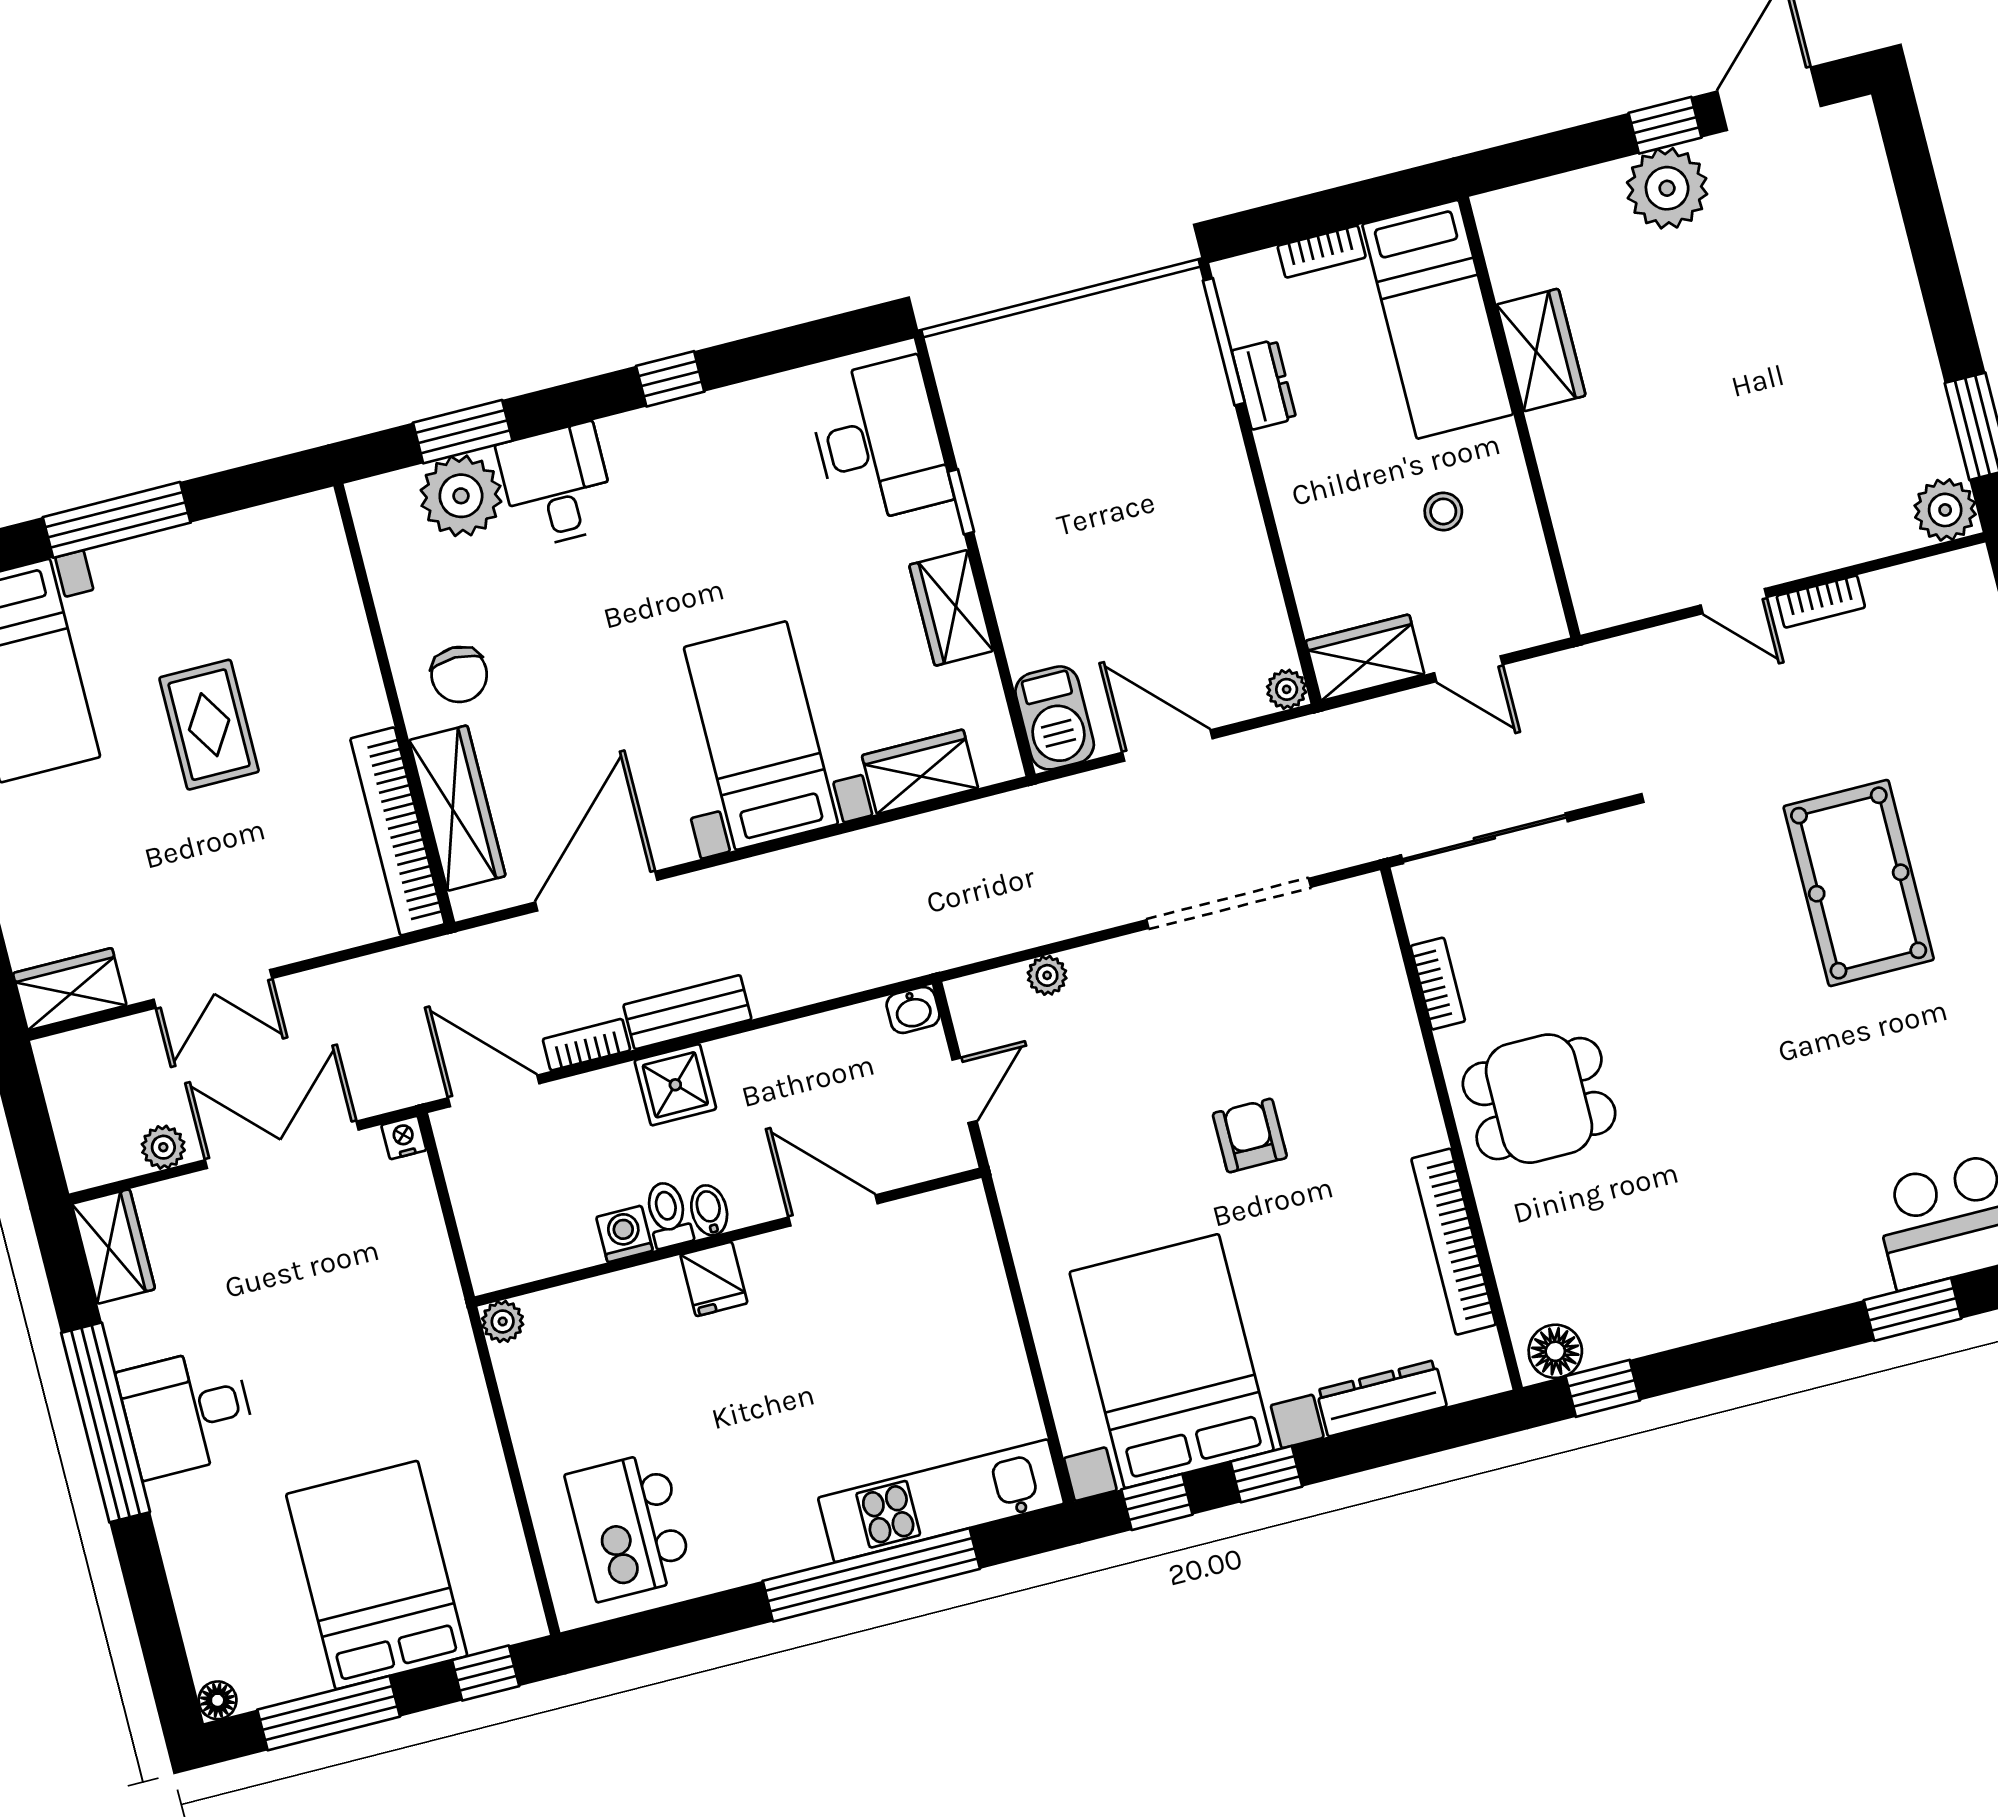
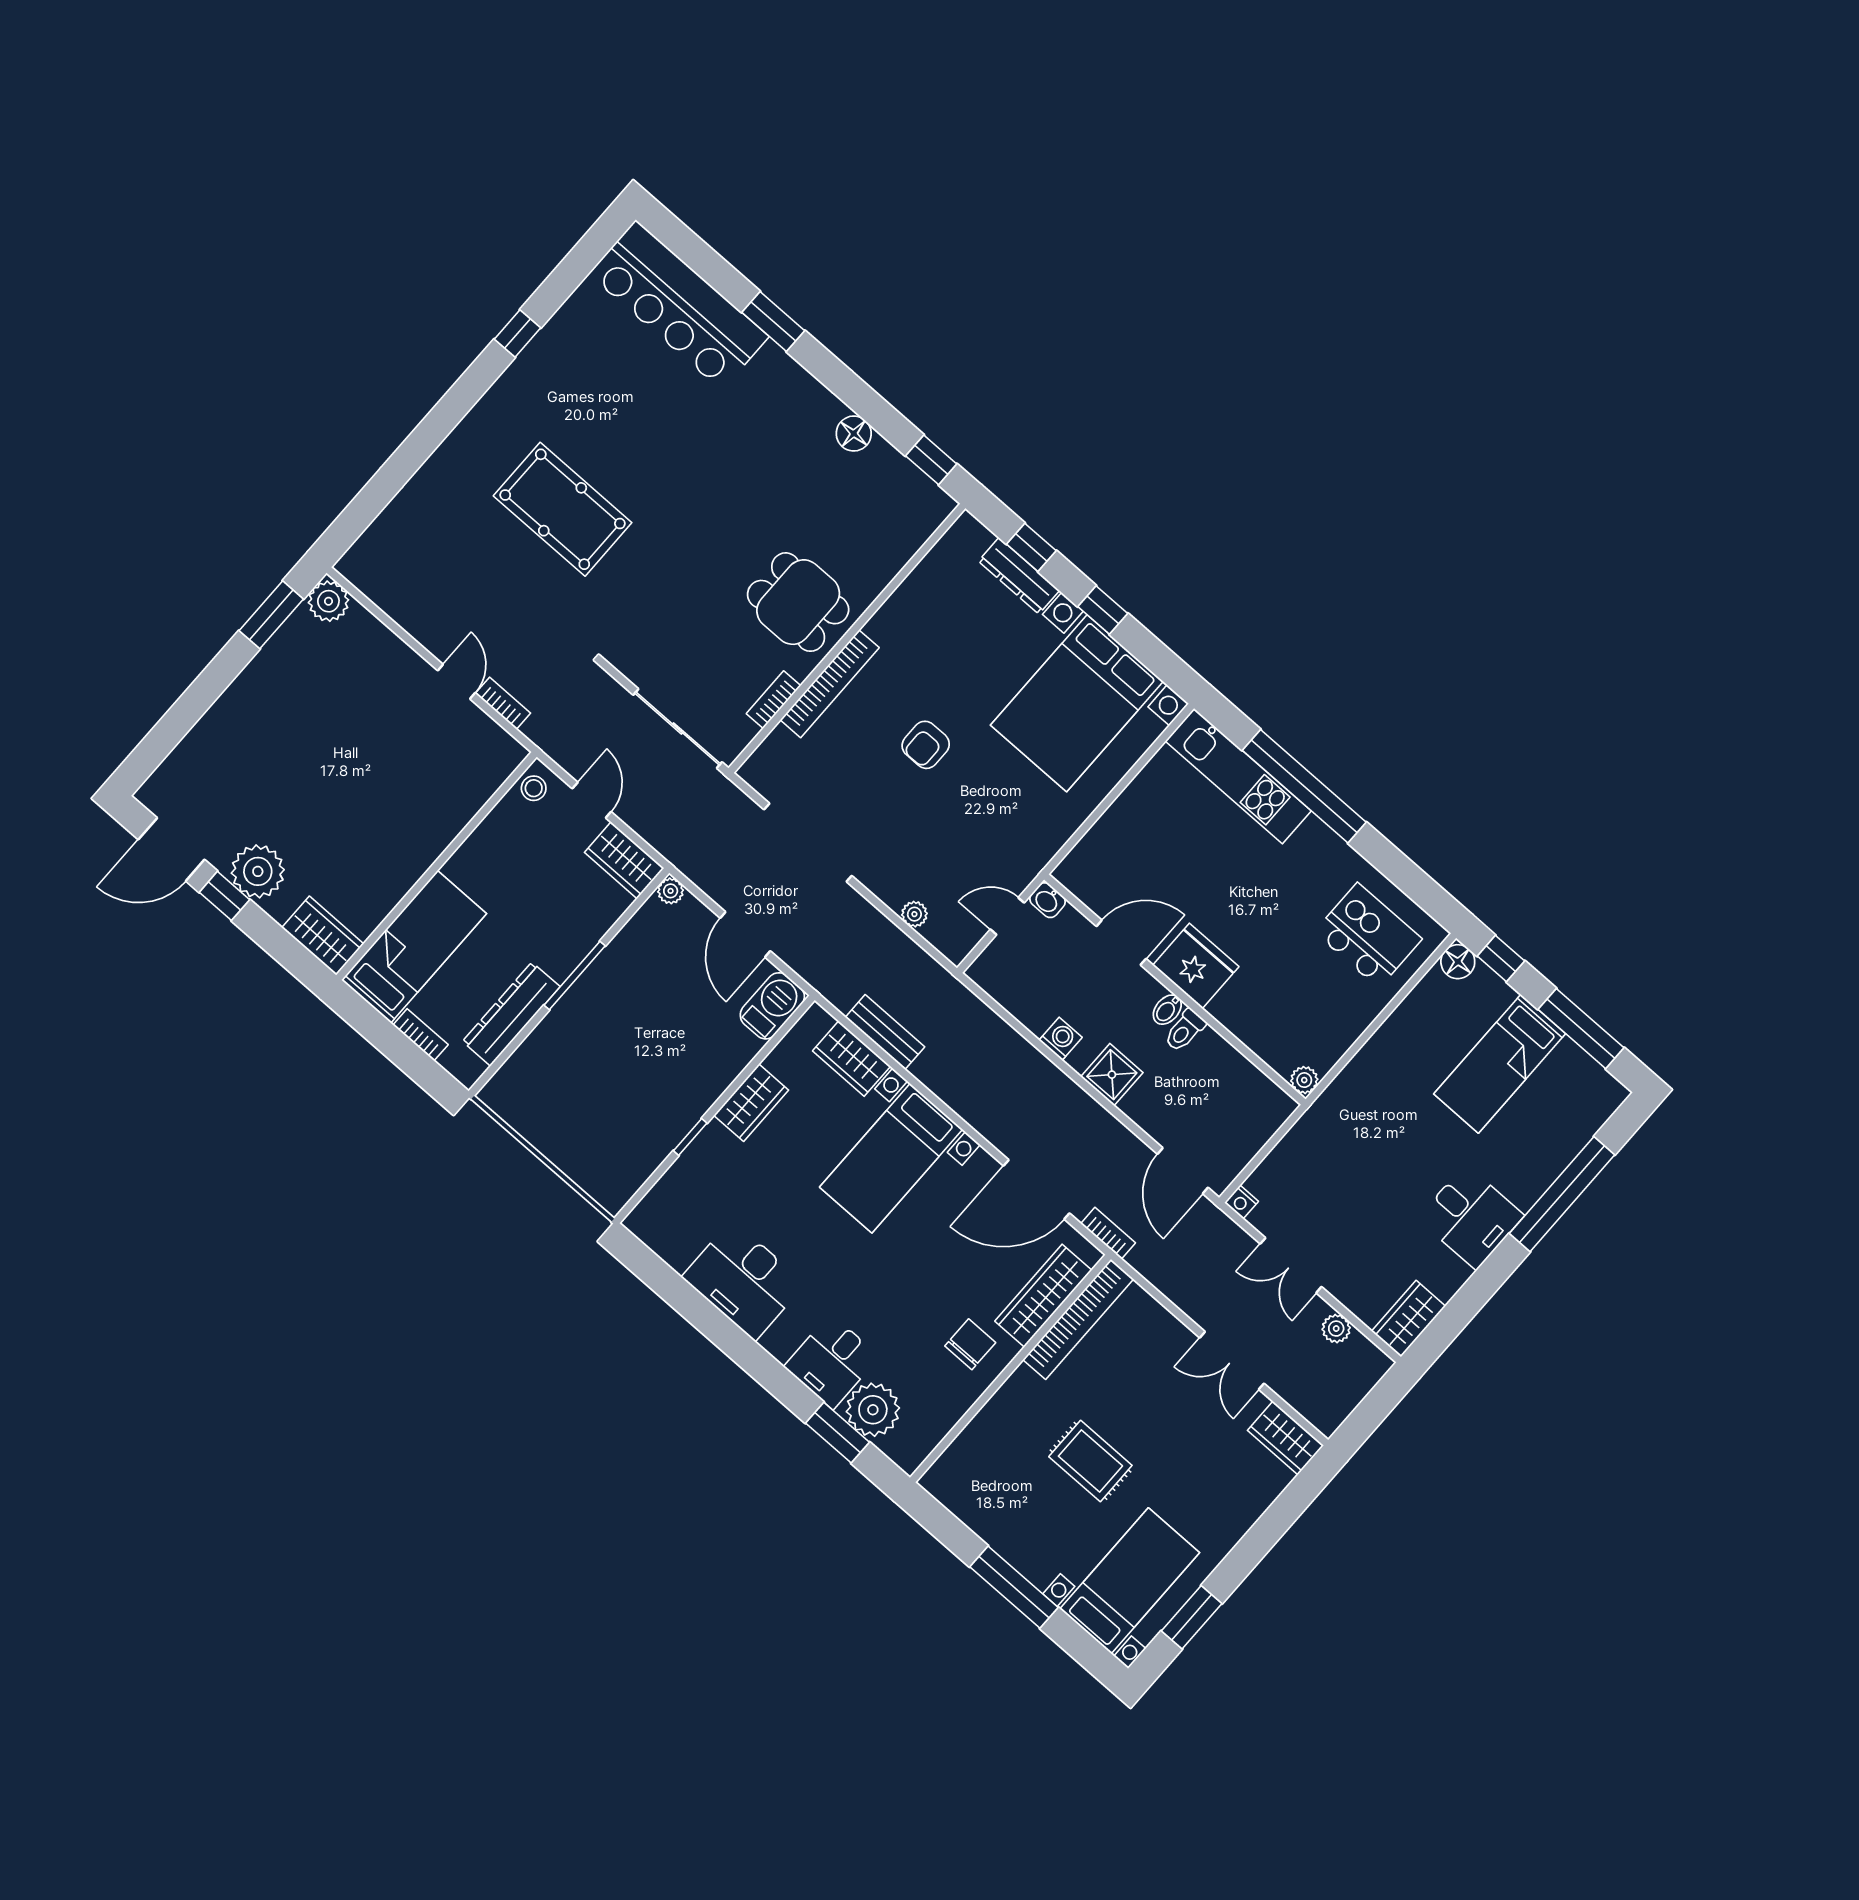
window: (1224, 342) -> (575, 975), moved
wardrobe: (1541, 350) -> (323, 936), moved, turned 90
window: (670, 379) -> (732, 1340), removed
dresser: (1264, 385) -> (511, 1014), width x1.96, depth x1.24
desk: (879, 441) -> (743, 1280), moved, turned -90
stool: (1443, 511) -> (534, 788), moved
bookcase: (1821, 602) -> (503, 703), moved
rug: (209, 725) -> (1090, 1461), turned 90
pool table: (1859, 883) -> (563, 509), turned 90
double door: (213, 989) -> (1232, 1361), swing flipped
washbasin: (913, 1010) -> (1048, 900), moved, turned 180
bench: (687, 1012) -> (885, 1032), moved
bookcase: (586, 1045) -> (1108, 1233), moved, turned 180
double door: (282, 1145) -> (1291, 1265), width x0.73
door: (833, 1210) -> (1121, 943), swing flipped
washing machine: (624, 1234) -> (1061, 1039), moved, turned 180
bookcase: (1454, 1242) -> (830, 684), moved
fridge: (714, 1279) -> (1196, 966), width x1.88, depth x1.34
floor lamp: (1555, 1351) -> (854, 434), moved
window: (106, 1422) -> (1562, 1194), moved
window: (1157, 1502) -> (1031, 547), moved
kitchen island: (629, 1526) -> (1368, 935), turned -90
bed: (377, 1575) -> (1500, 1064), width x0.67
floor lamp: (218, 1700) -> (1458, 962), moved, width x1.37, depth x1.37

